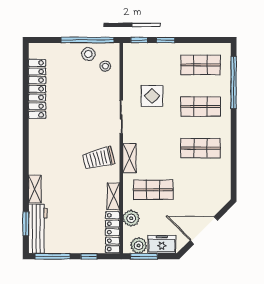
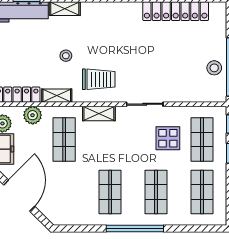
shop shelf: (153, 65) -> (202, 140), added
stool: (105, 66) -> (66, 56), moved
window: (234, 82) -> (135, 229), moved
trolley: (99, 158) -> (99, 79), turned 104

